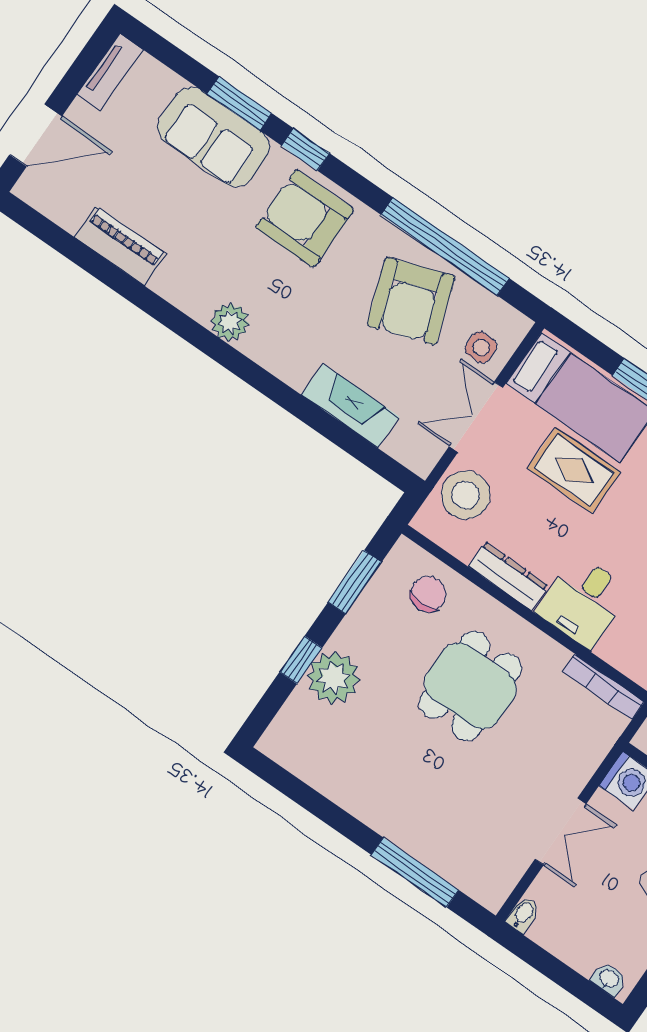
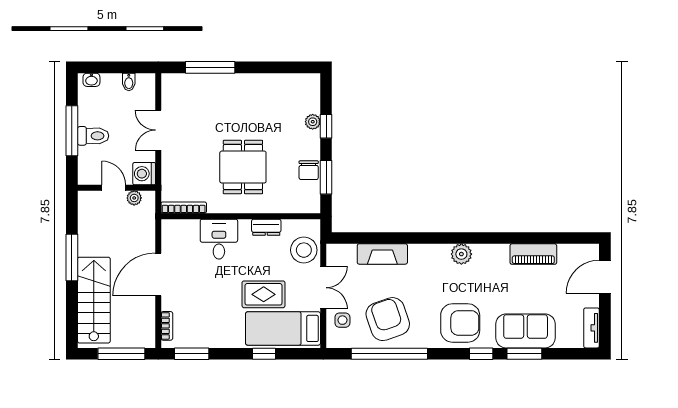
dresser: (508, 576) -> (266, 227), width x0.70
chair: (428, 594) -> (309, 170), moved
plant: (334, 678) -> (313, 122), width x0.53, depth x0.53
bidet: (523, 915) -> (129, 82), moved

